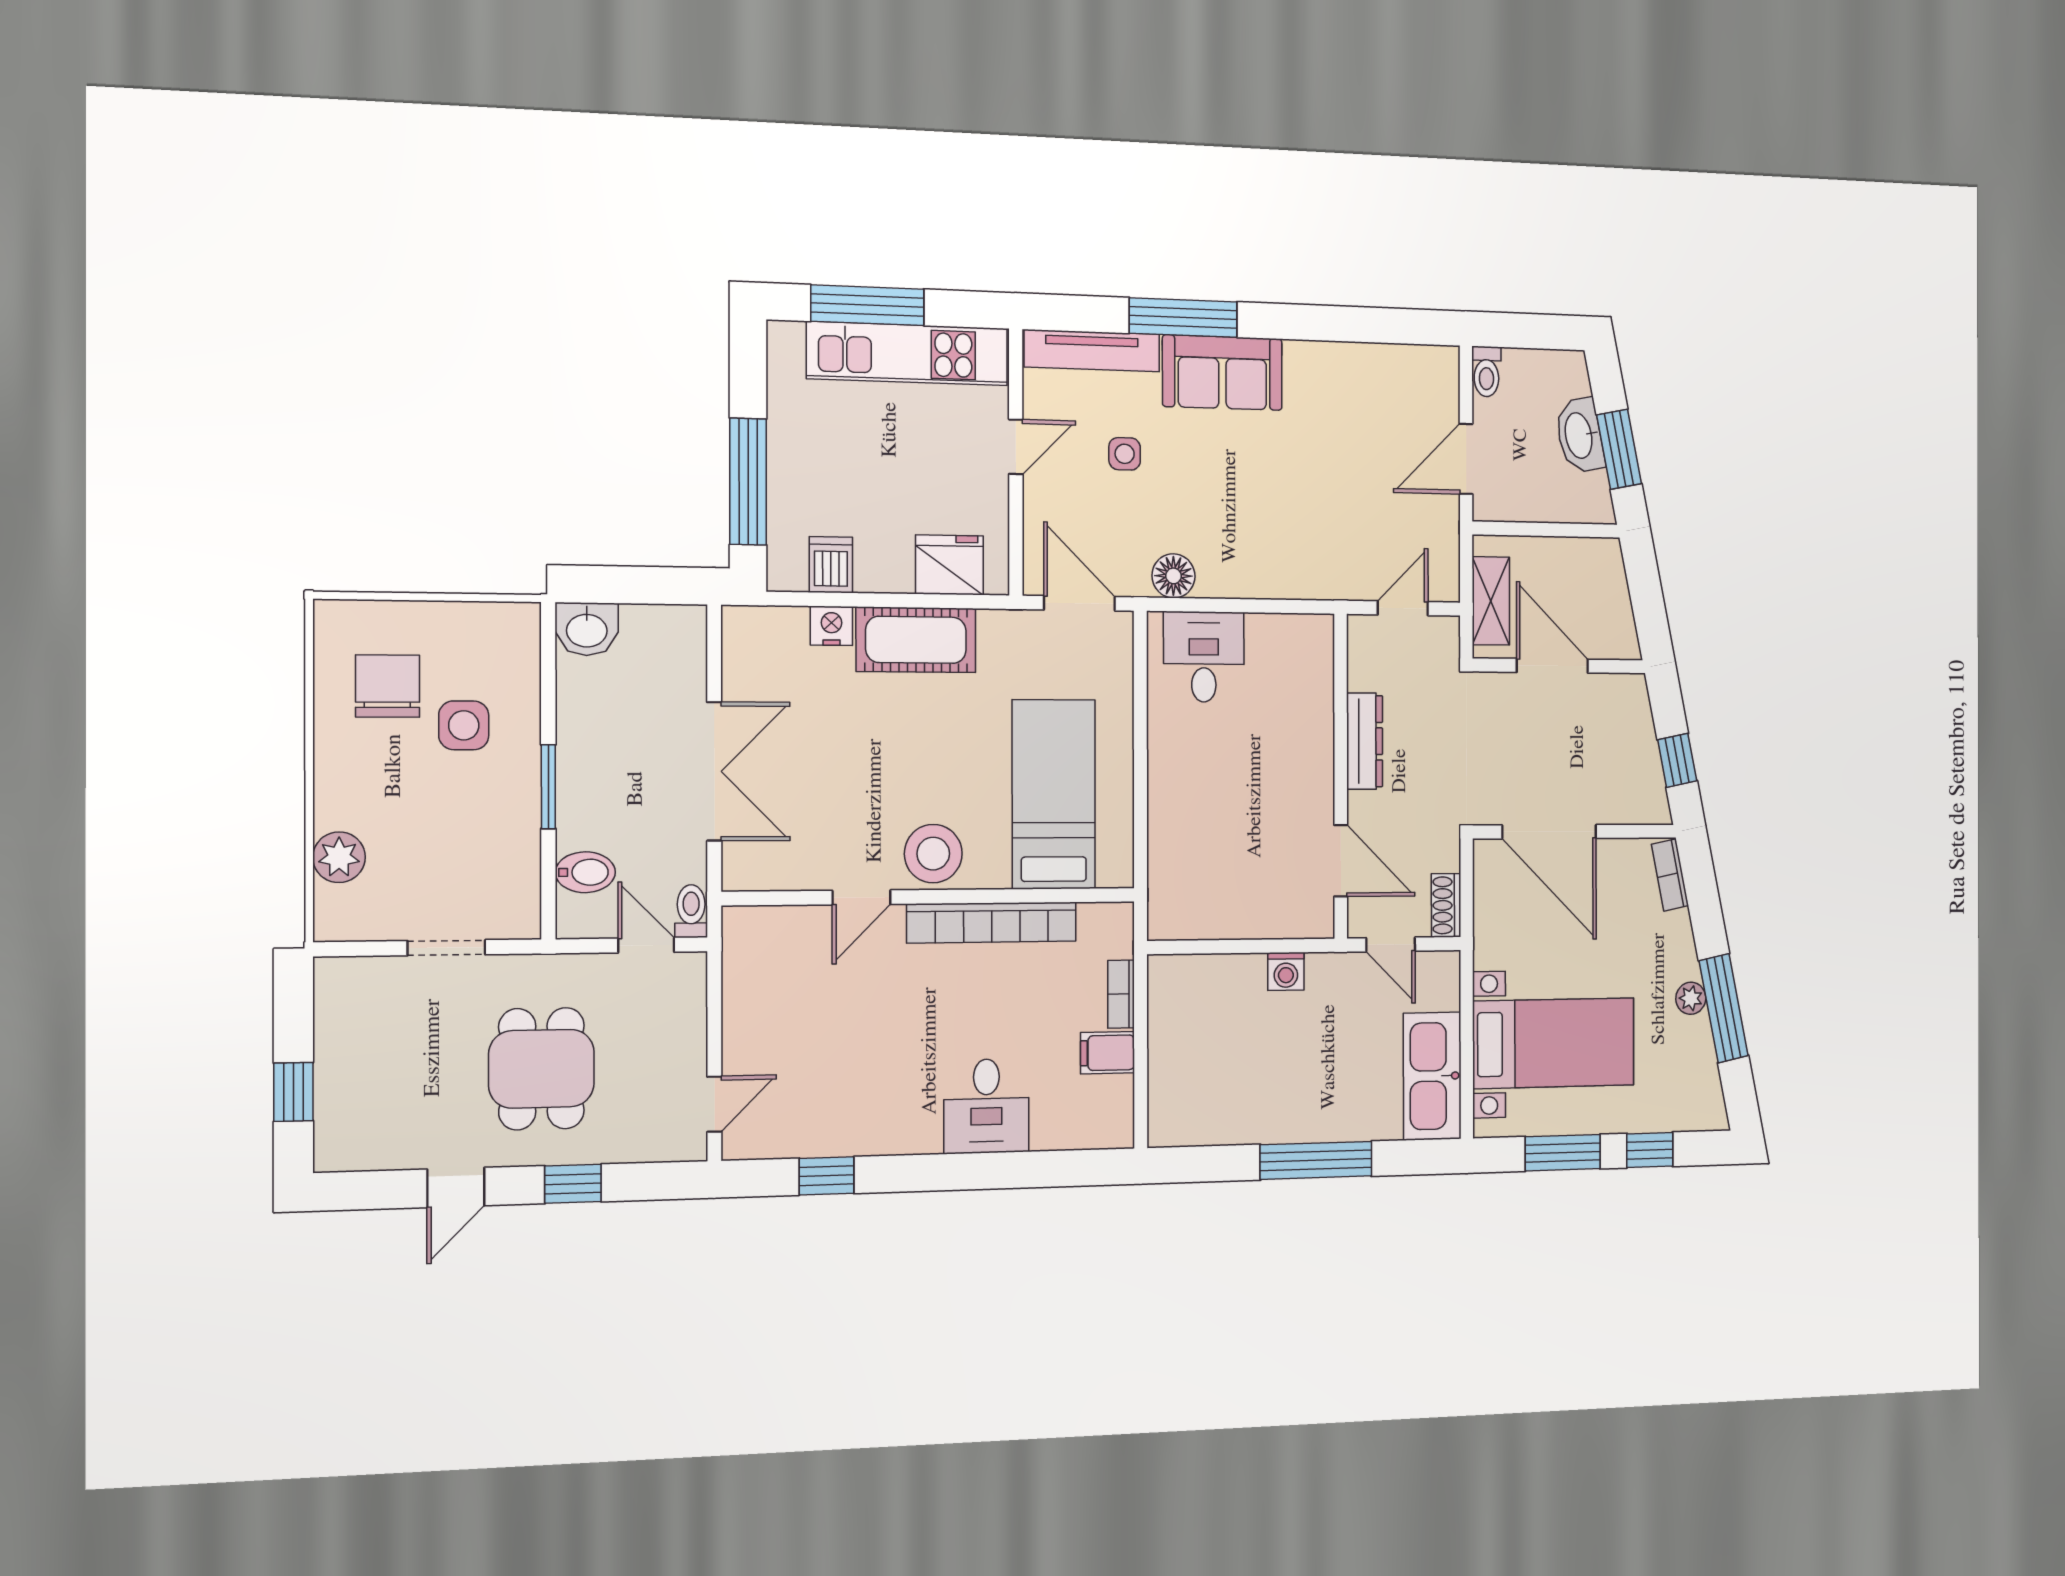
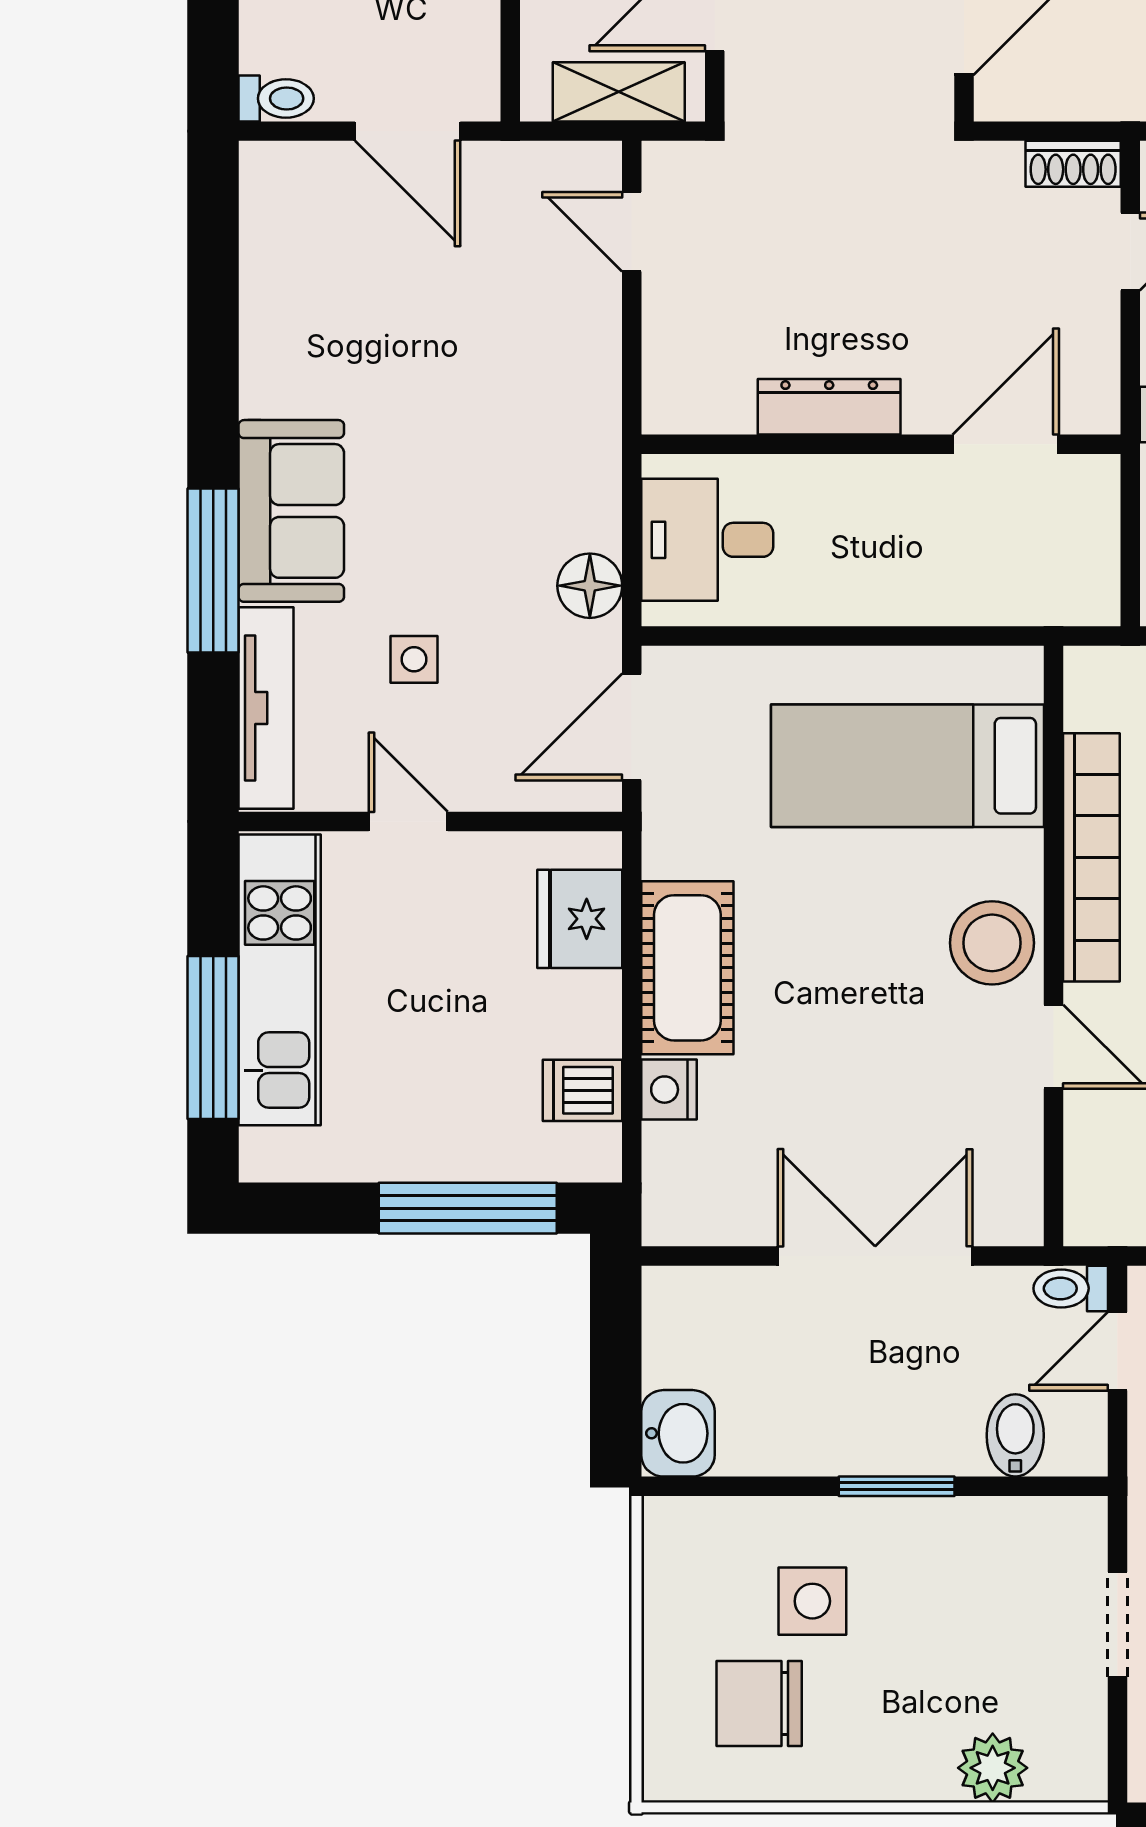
dresser: (1365, 741) -> (829, 407), moved
wall: (1341, 776) -> (881, 444), moved
door: (1341, 861) -> (1006, 444), moved

